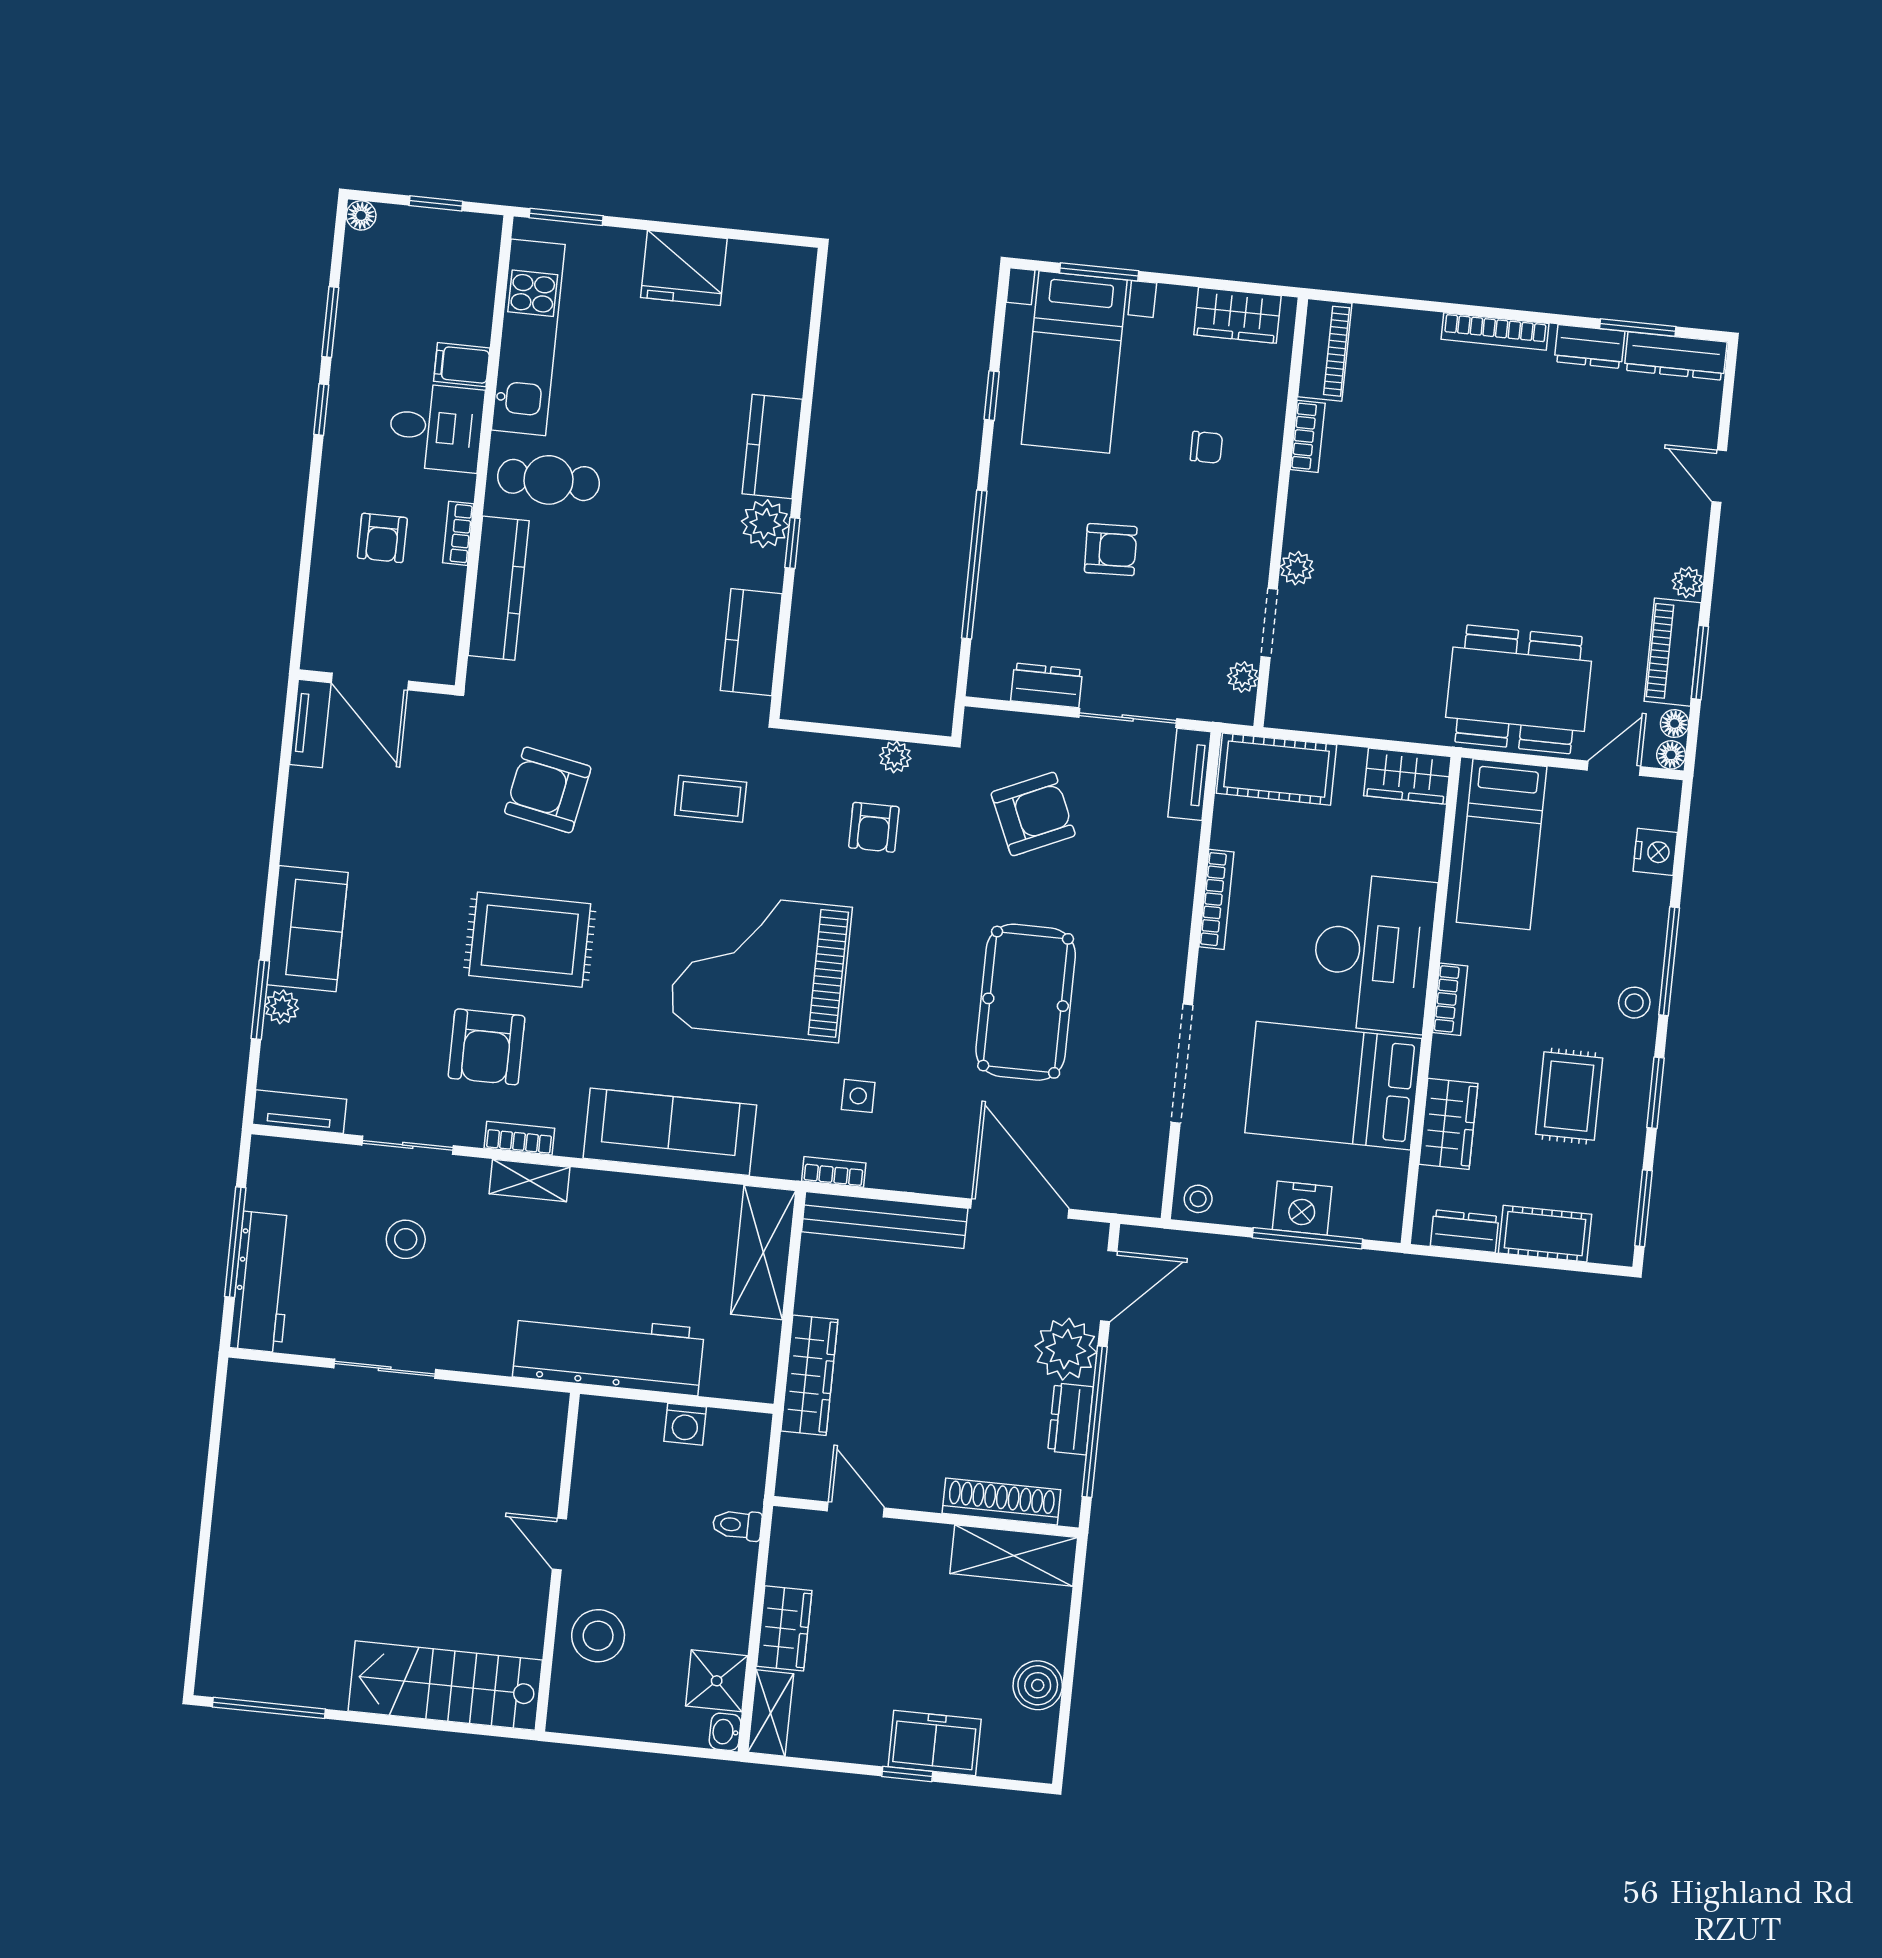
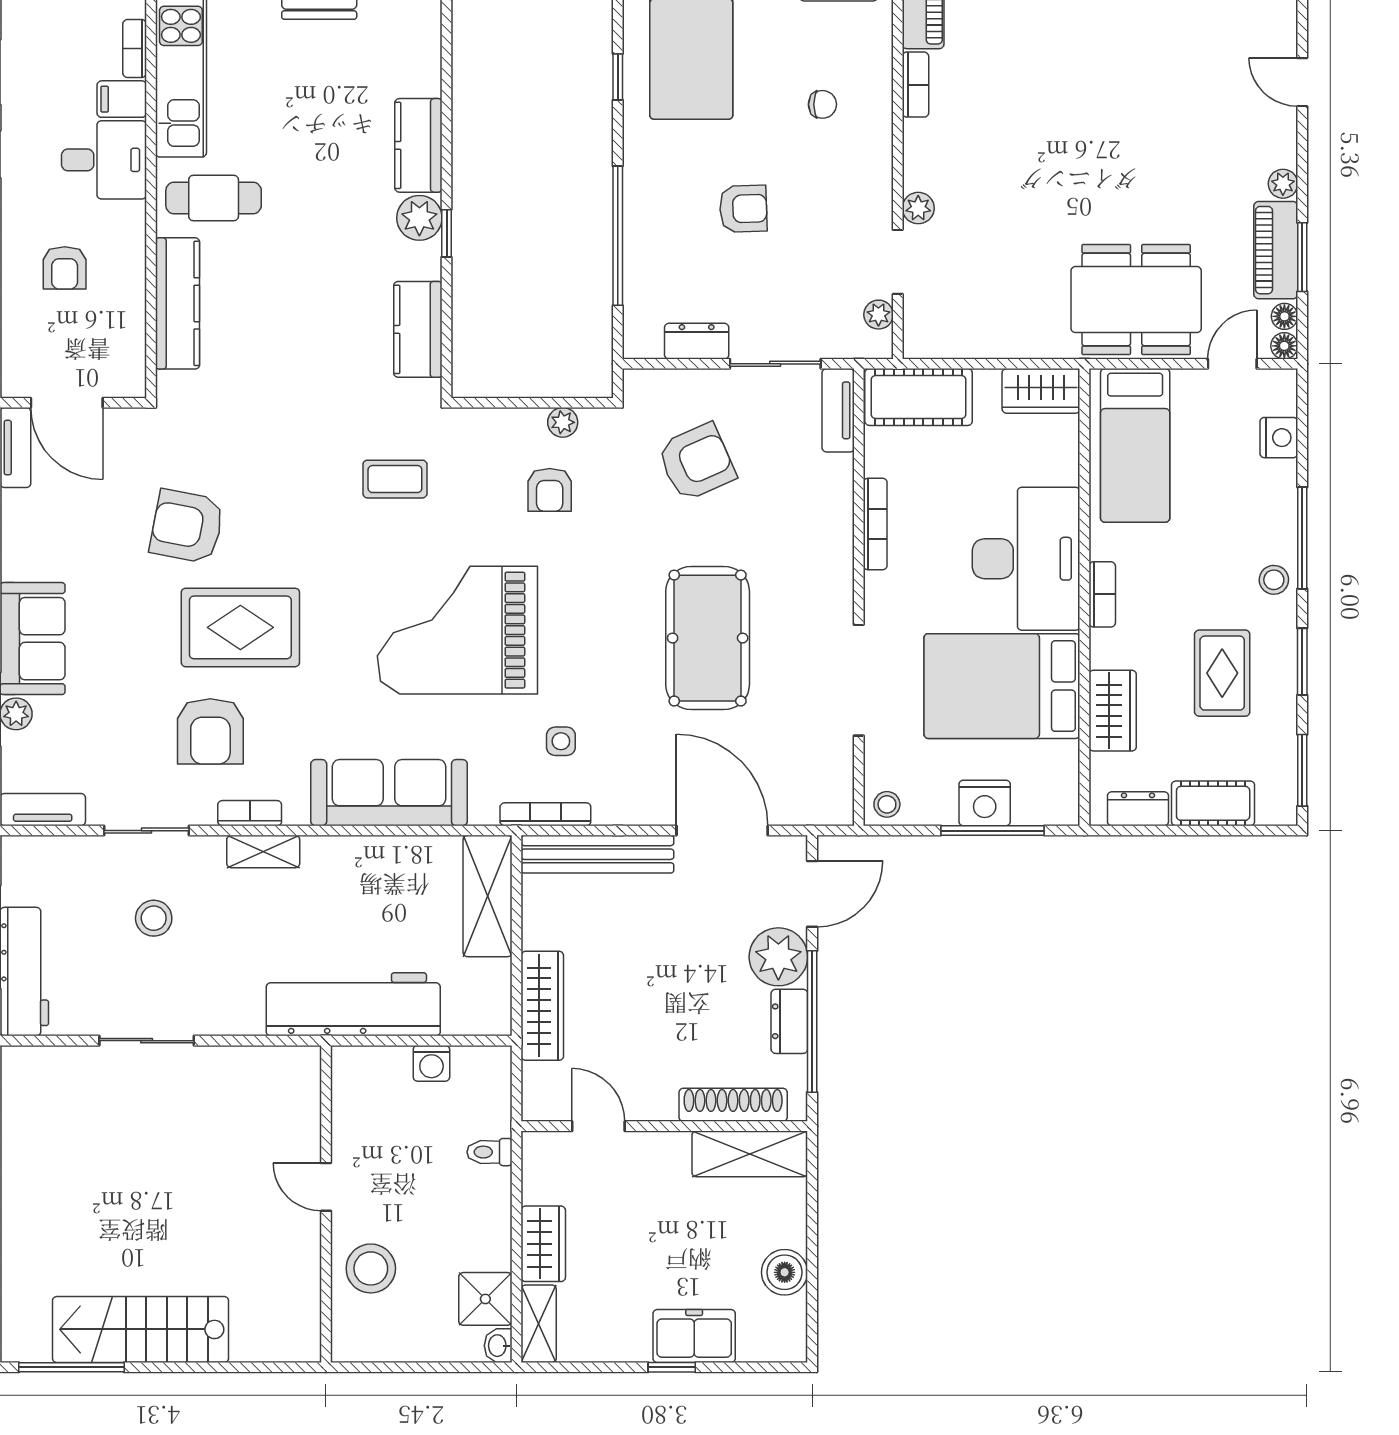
bookcase: (458, 533) -> (135, 49), moved
armchair: (548, 790) -> (187, 526), moved
bookcase: (834, 1172) -> (545, 814), width x1.56
stairs: (445, 1686) -> (141, 1329), moved

